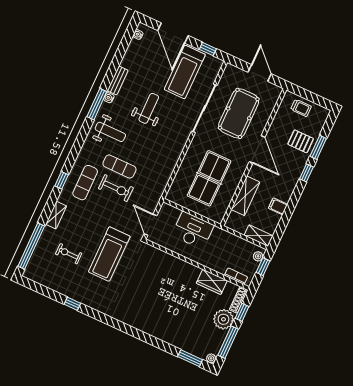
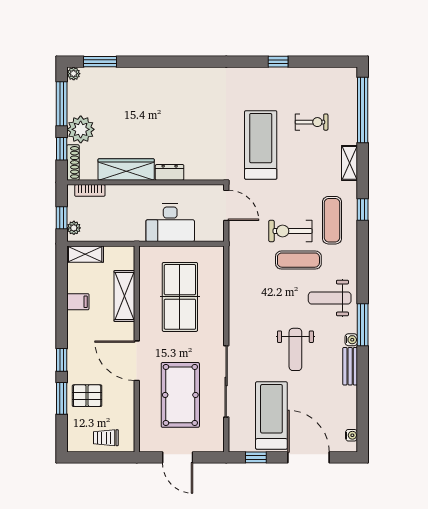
dresser: (178, 264) -> (170, 172), added
wardrobe: (212, 282) -> (126, 169), width x1.50

